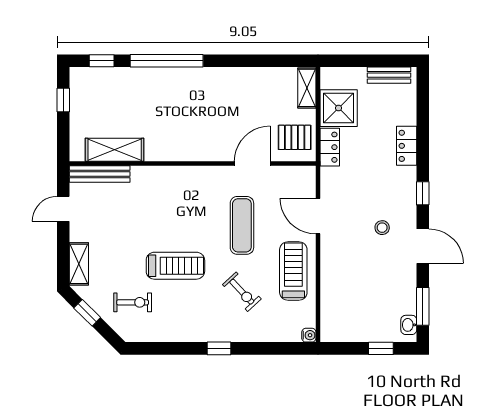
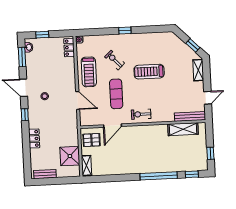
locker: (330, 147) -> (69, 48), moved
exercise bike: (133, 302) -> (141, 114), moved

